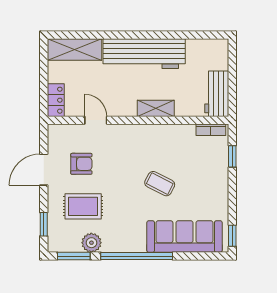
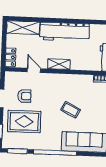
shelving: (156, 108) -> (59, 64), moved
rug: (83, 206) -> (24, 121), width x1.36, depth x1.43
plant: (91, 243) -> (28, 143), removed

